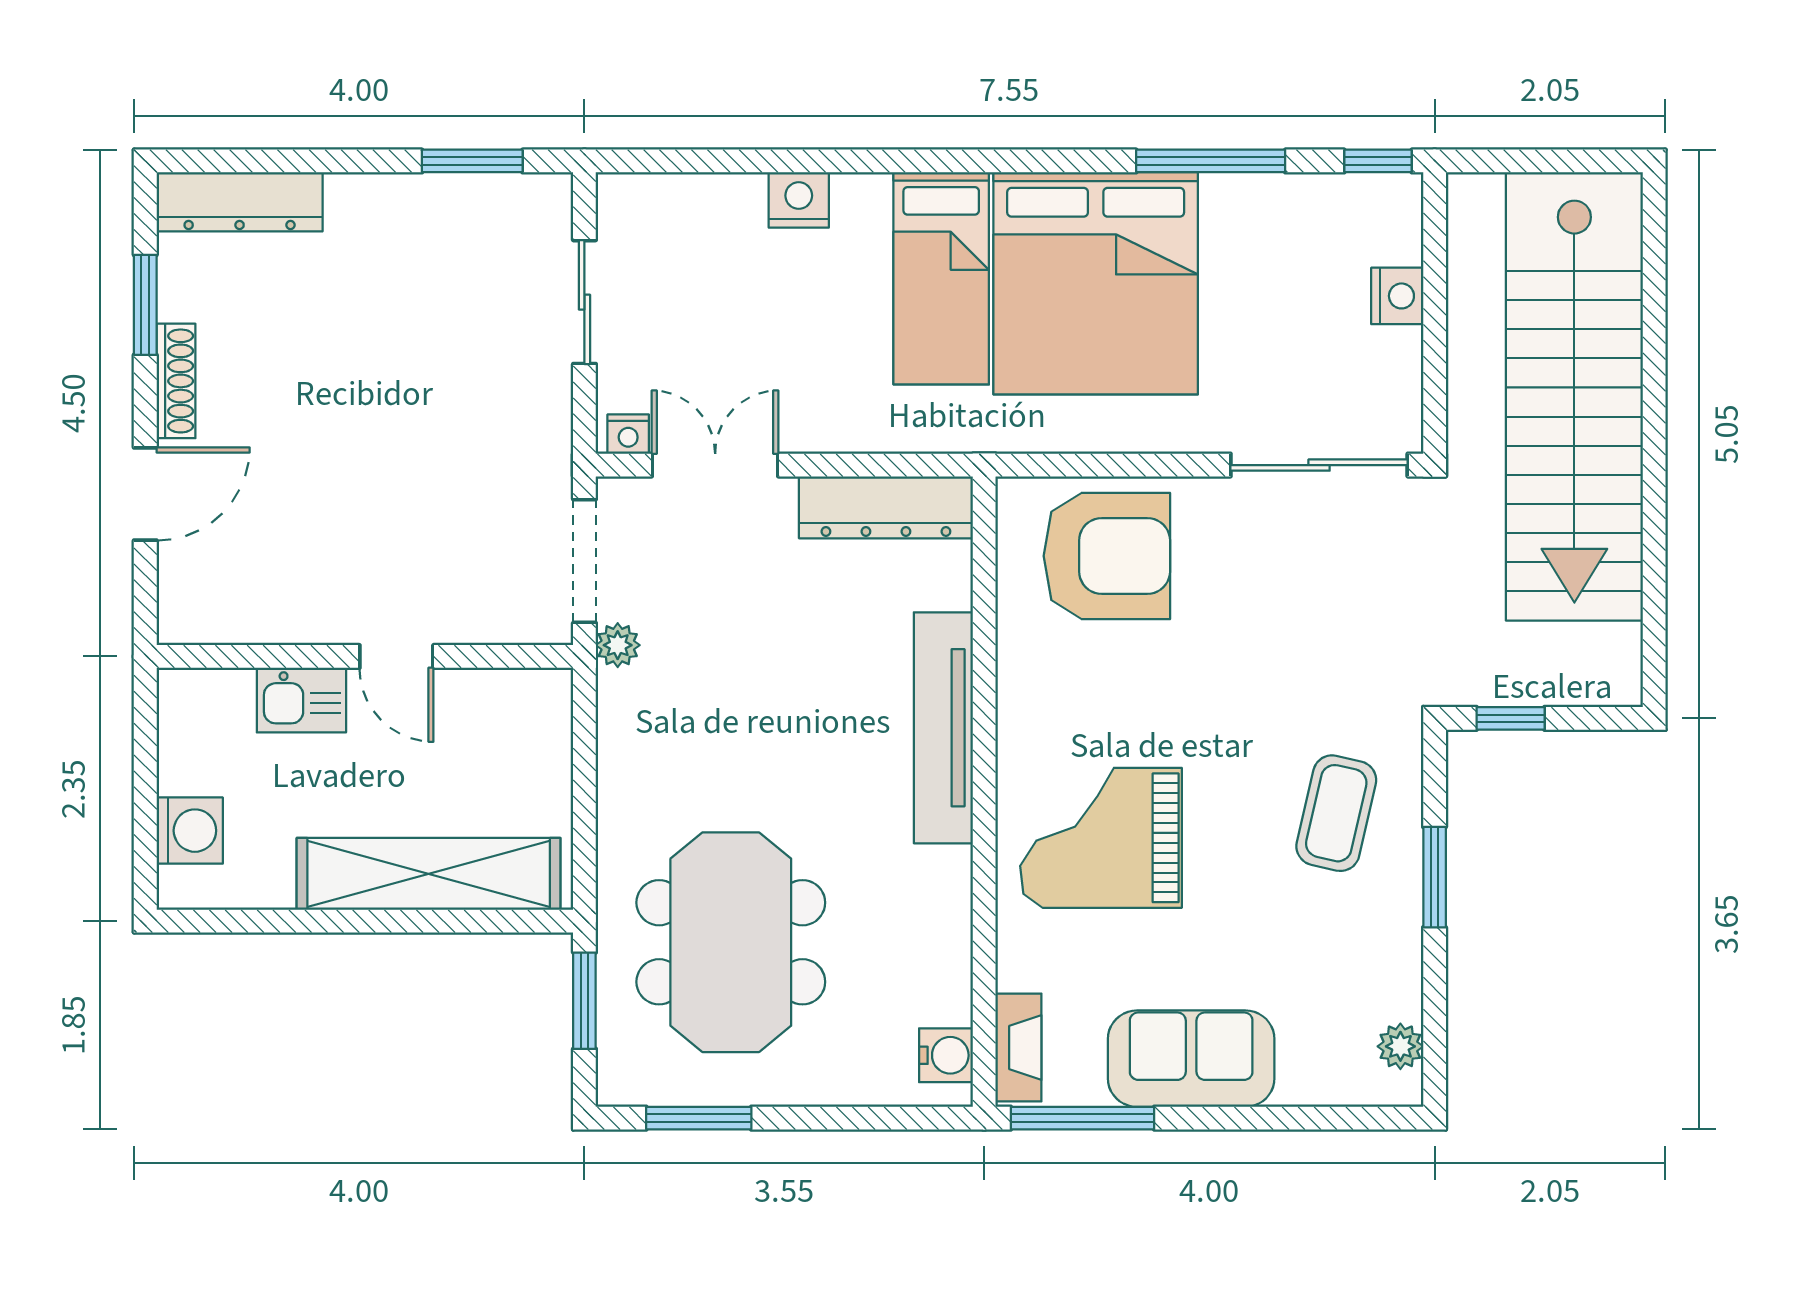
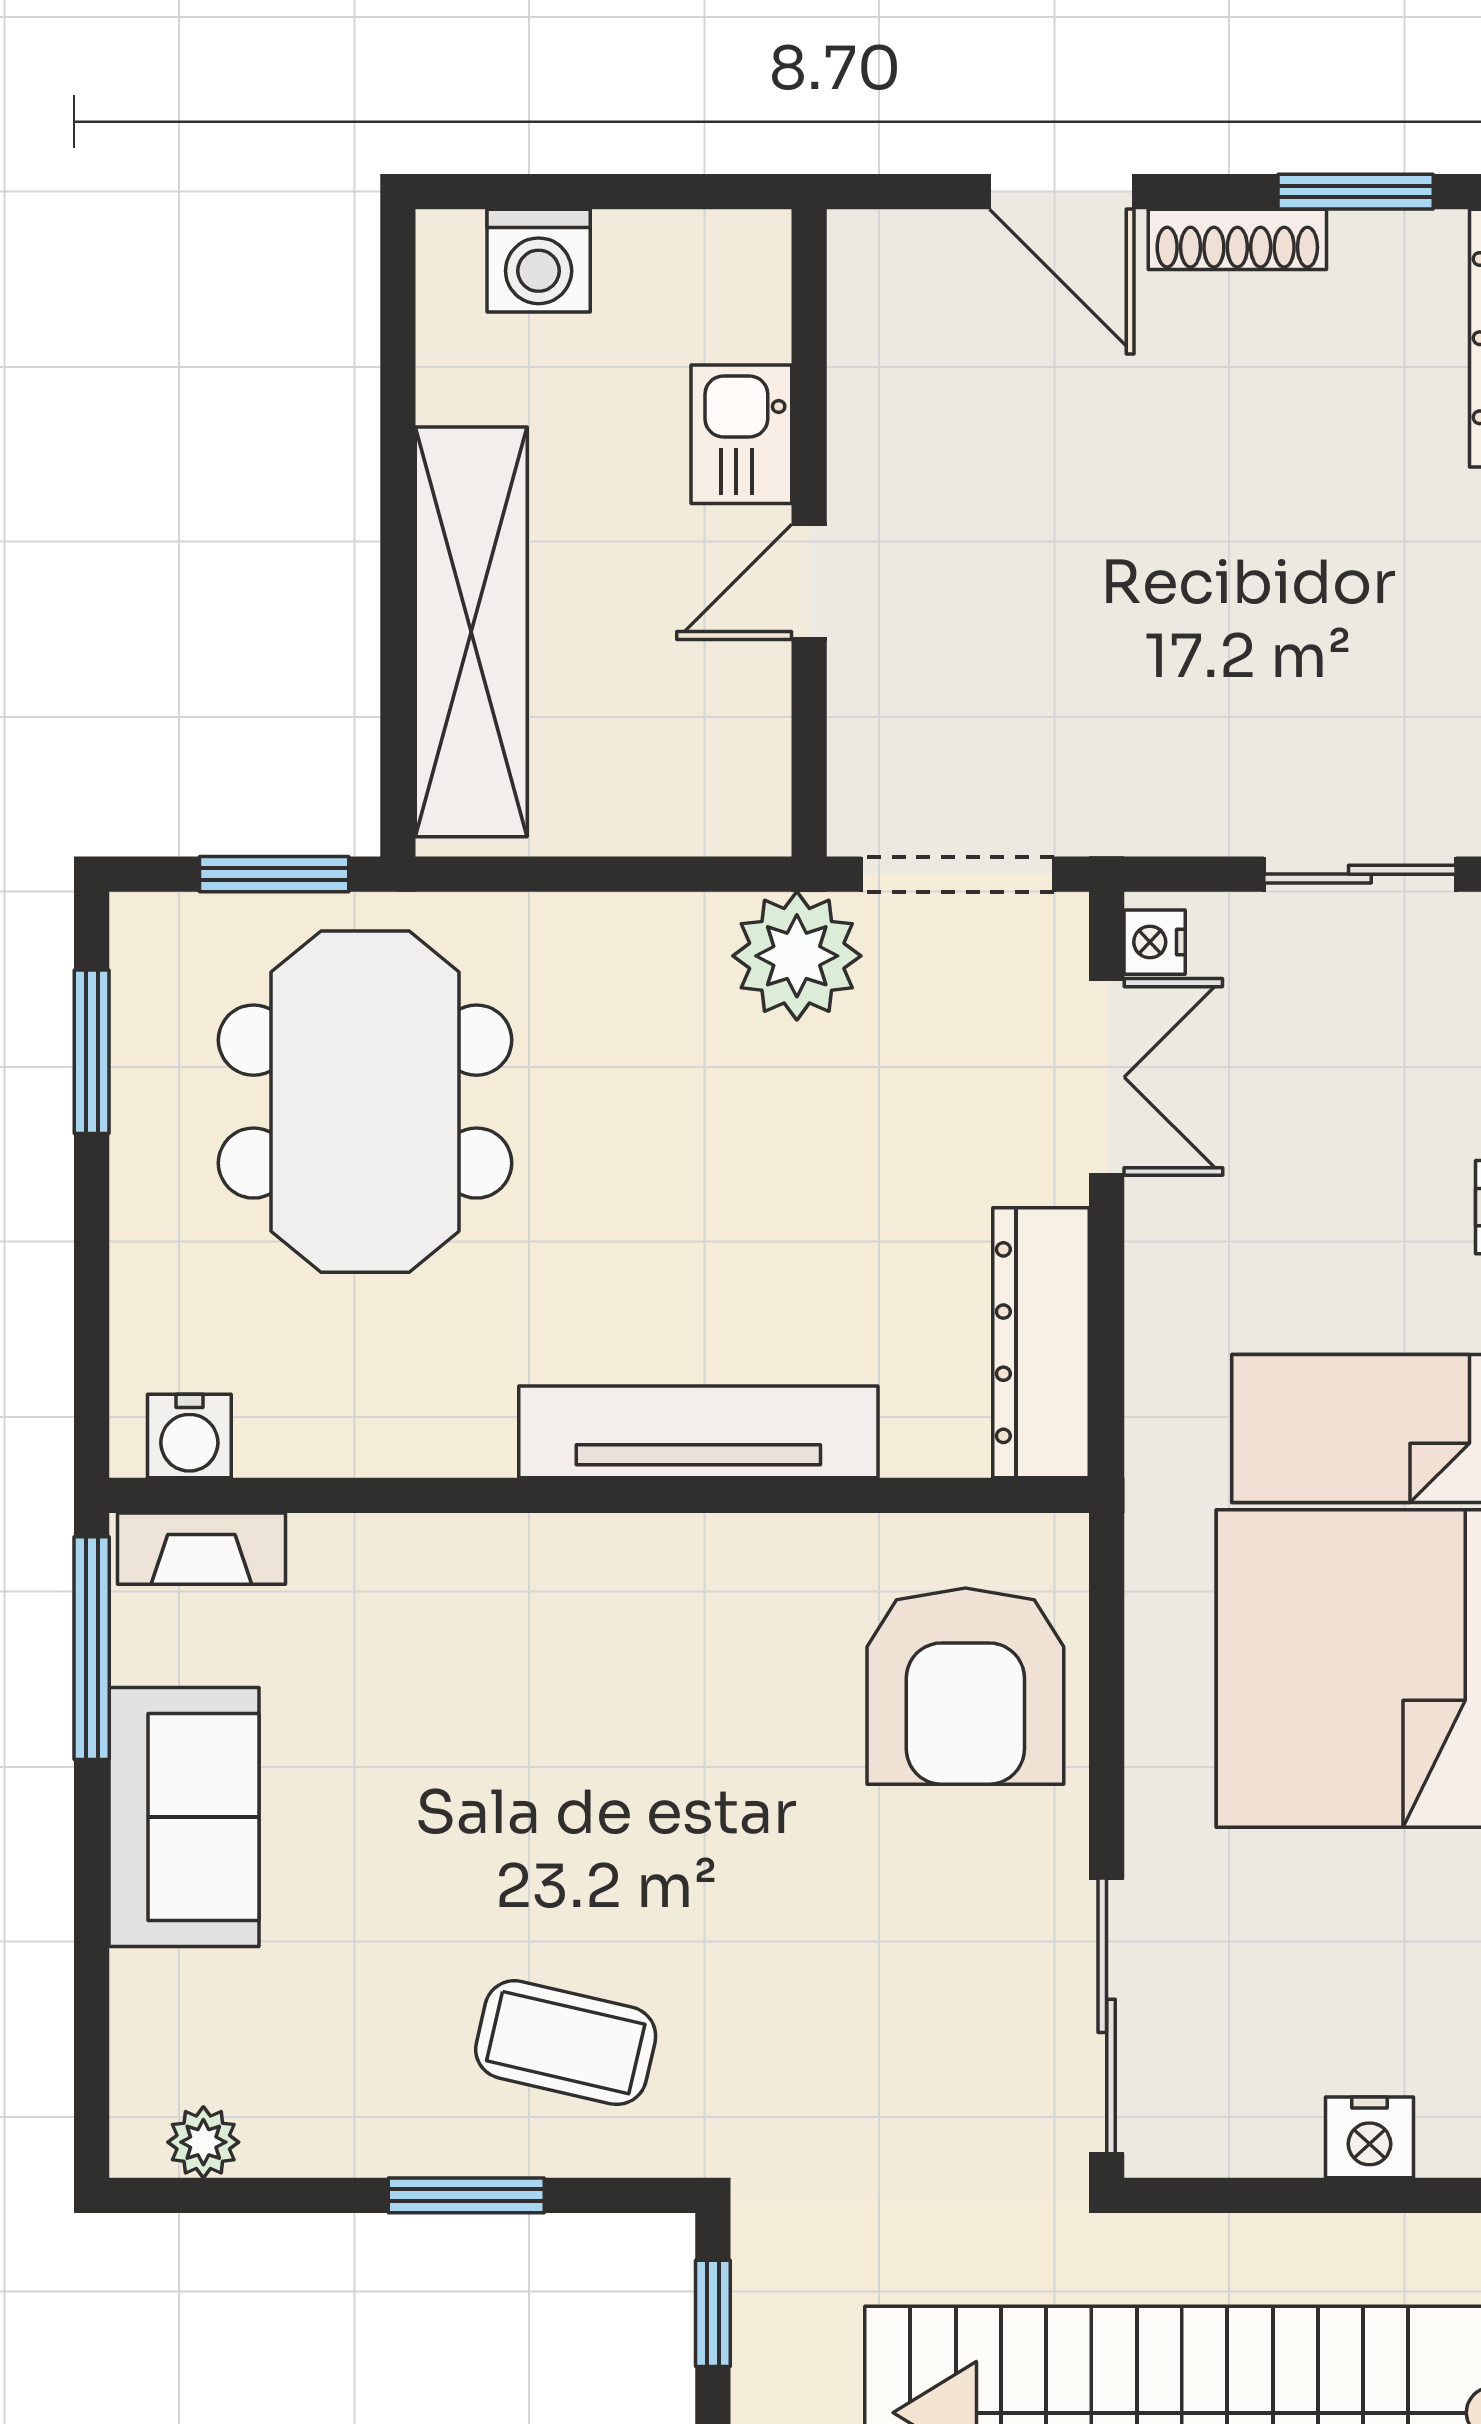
plant: (618, 645) -> (797, 956), width x1.88, depth x1.88
grand piano: (1101, 838) -> (527, 1677), removed
meeting table: (731, 942) -> (365, 1102), turned 90

